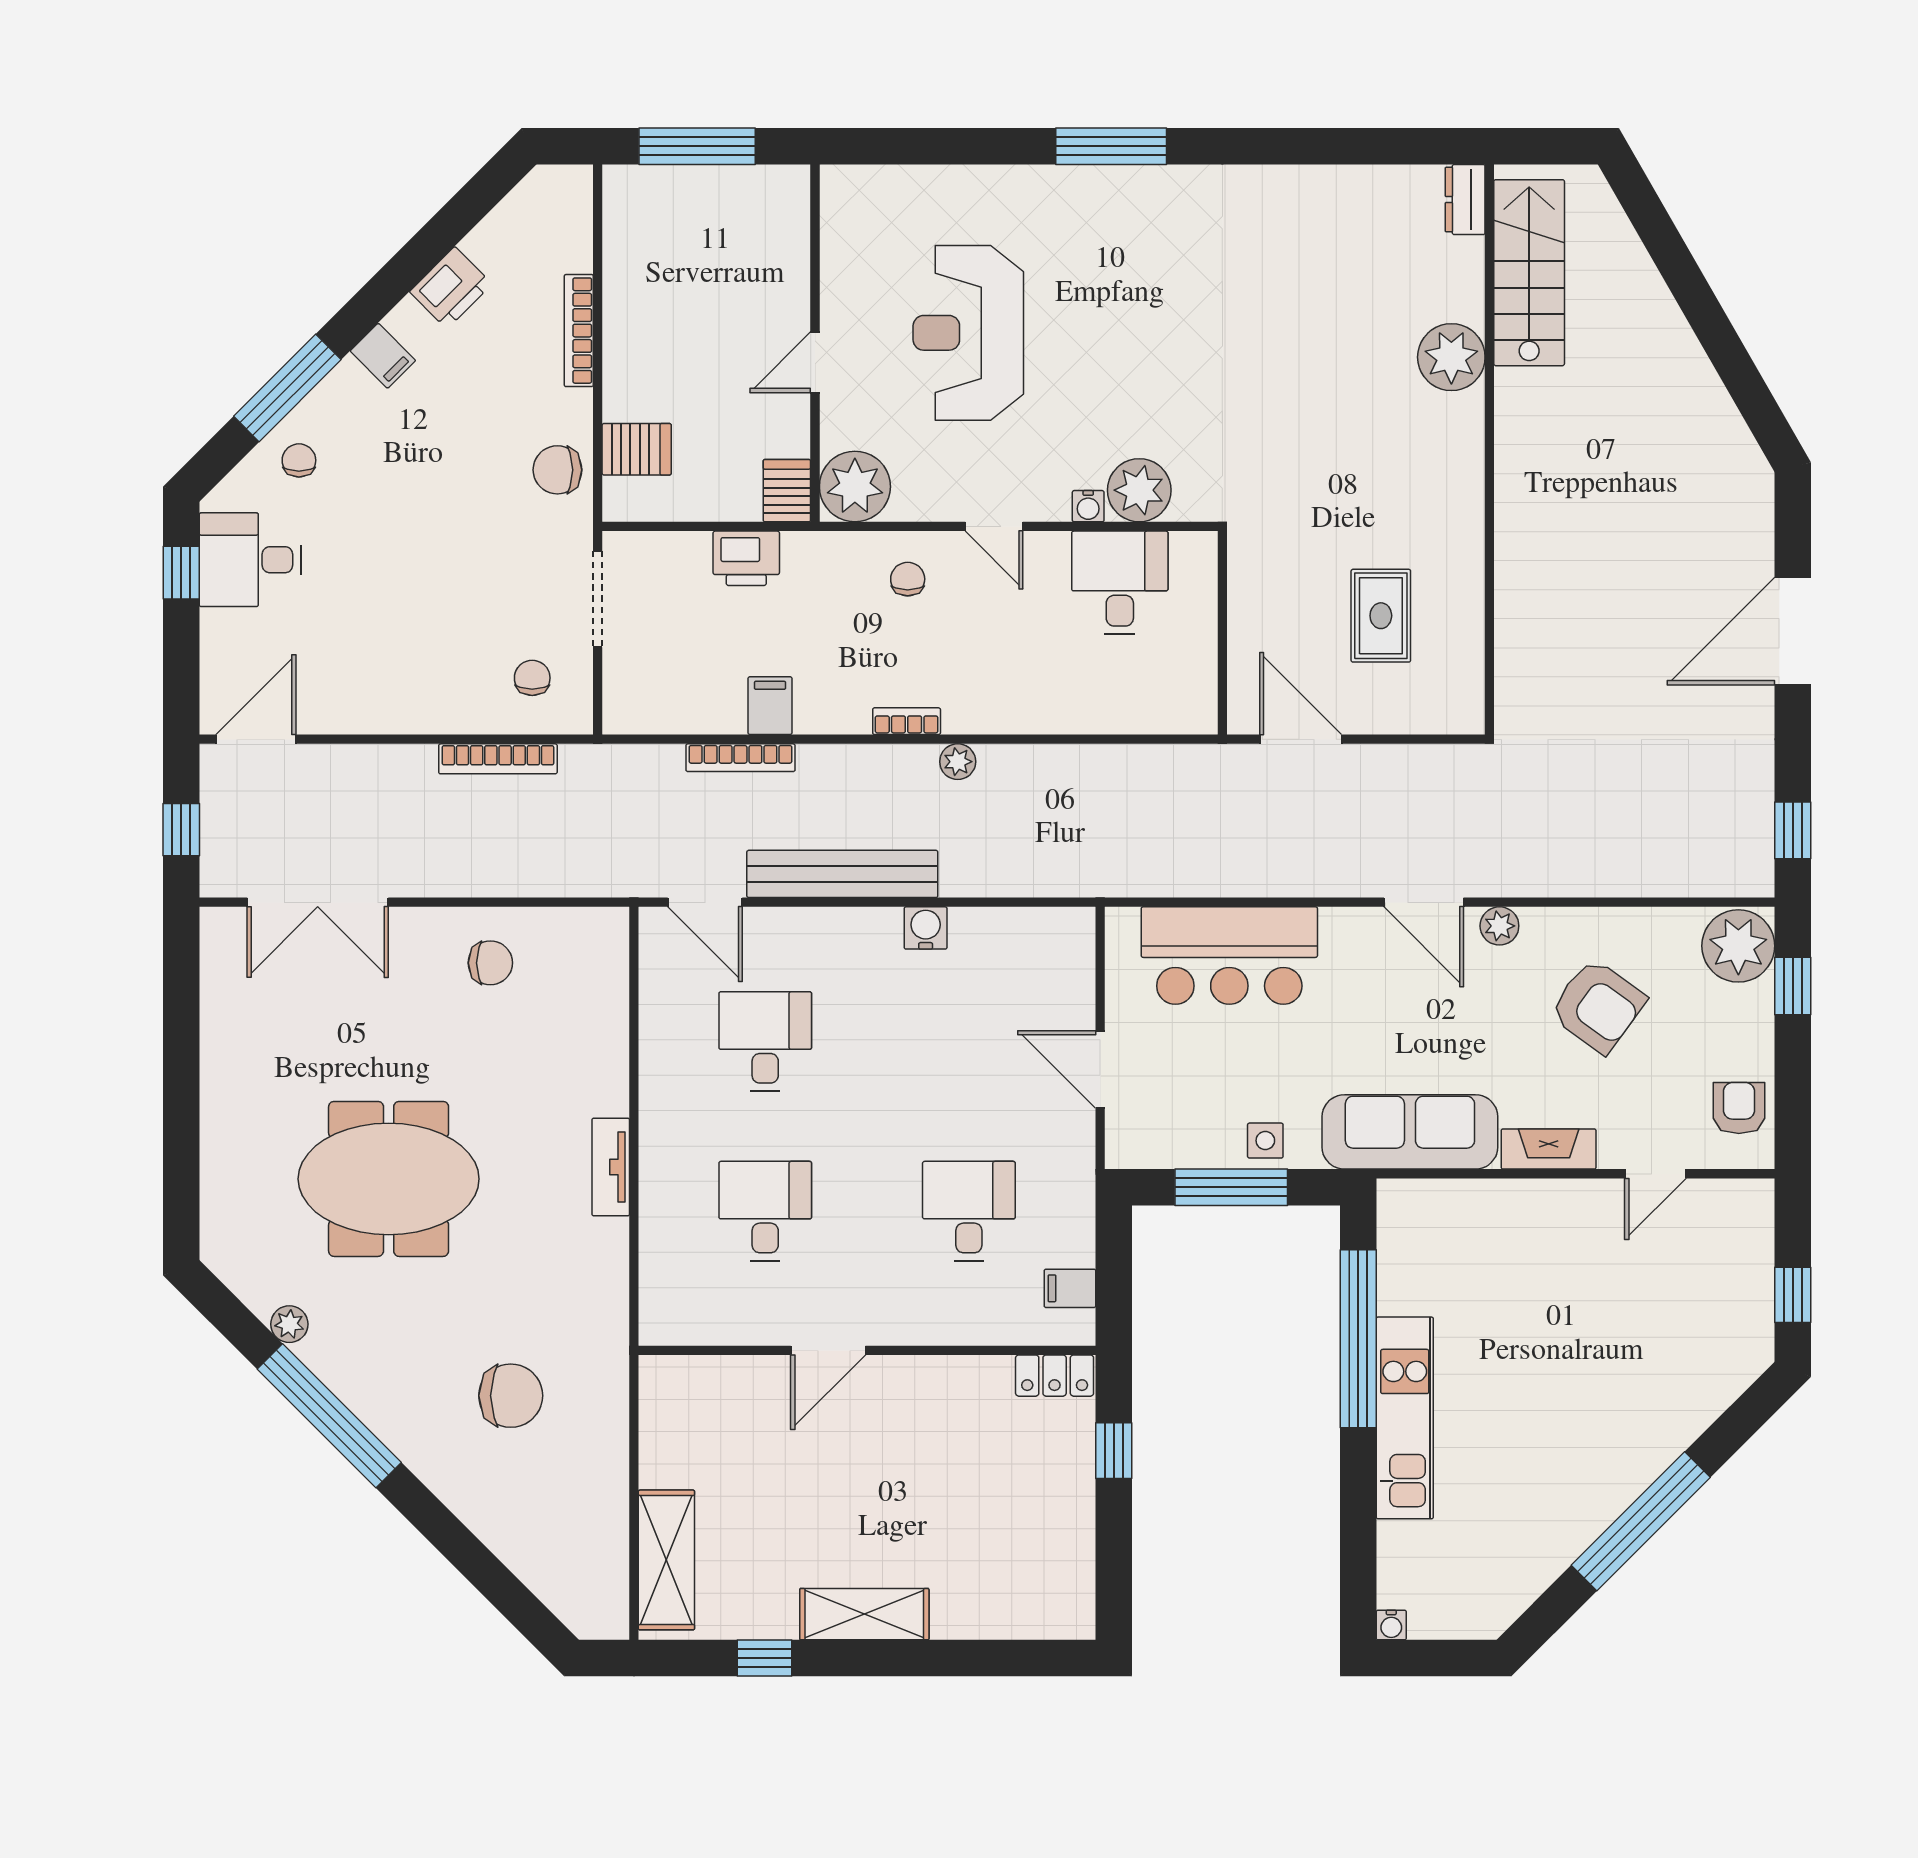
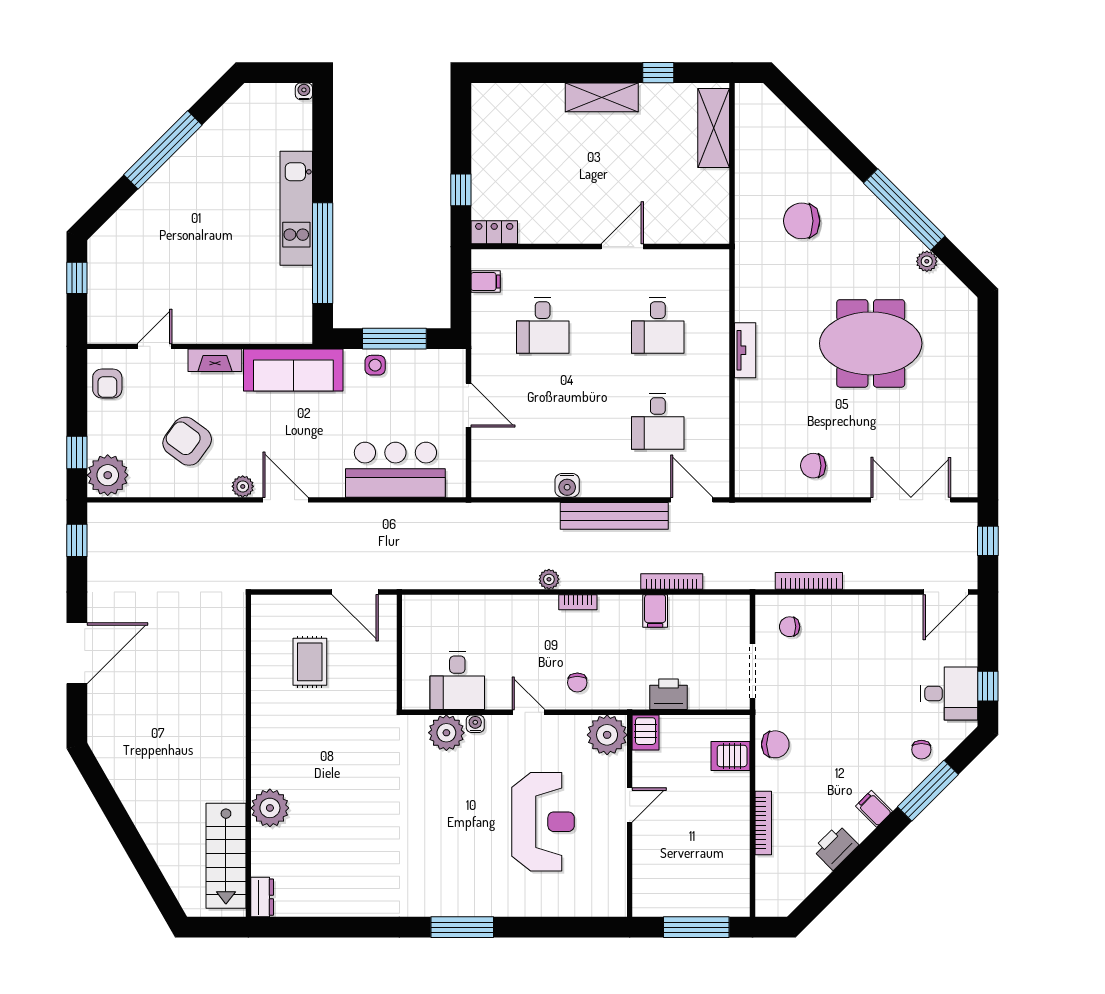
chair: (532, 678) -> (790, 627), turned 90

